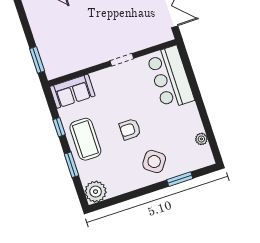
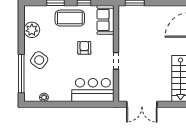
armchair: (130, 129) -> (84, 48), moved
window: (180, 179) -> (21, 74), width x2.11
plant: (96, 192) -> (32, 30), moved

